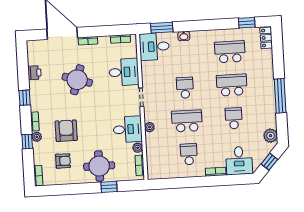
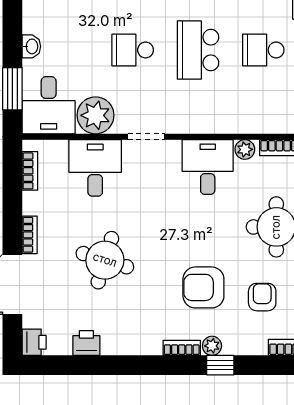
printer: (33, 46) -> (34, 342), added
window: (25, 98) -> (134, 365), removed
plant: (149, 127) -> (95, 115), moved, width x1.88, depth x1.88

